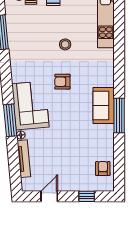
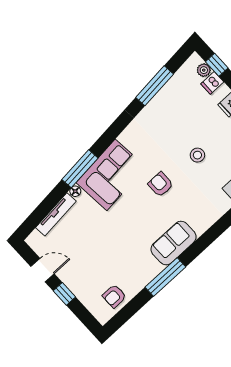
window: (119, 115) -> (165, 277), moved
armchair: (103, 169) -> (114, 296), turned 180
window: (87, 196) -> (64, 294), moved

